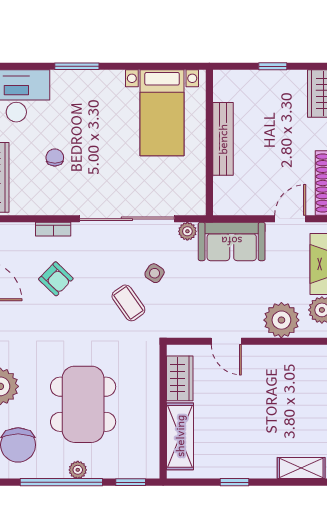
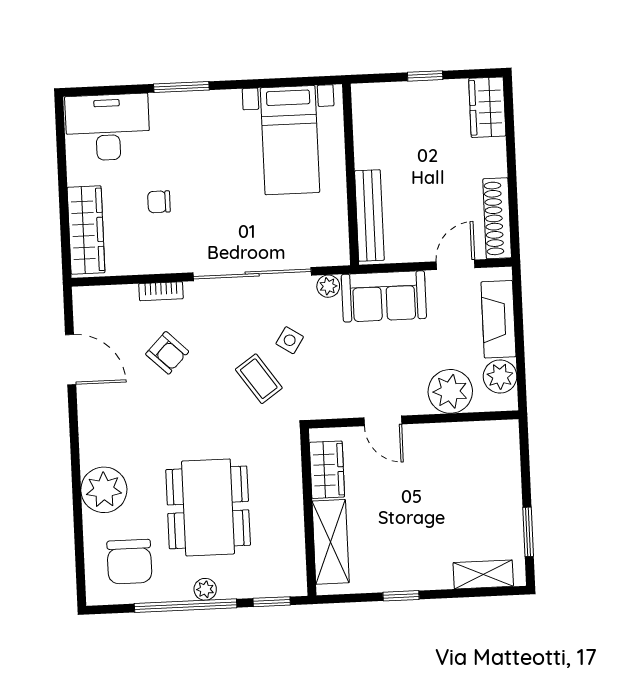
bench: (223, 139) -> (369, 215), moved
chair: (55, 157) -> (159, 202), turned -90

